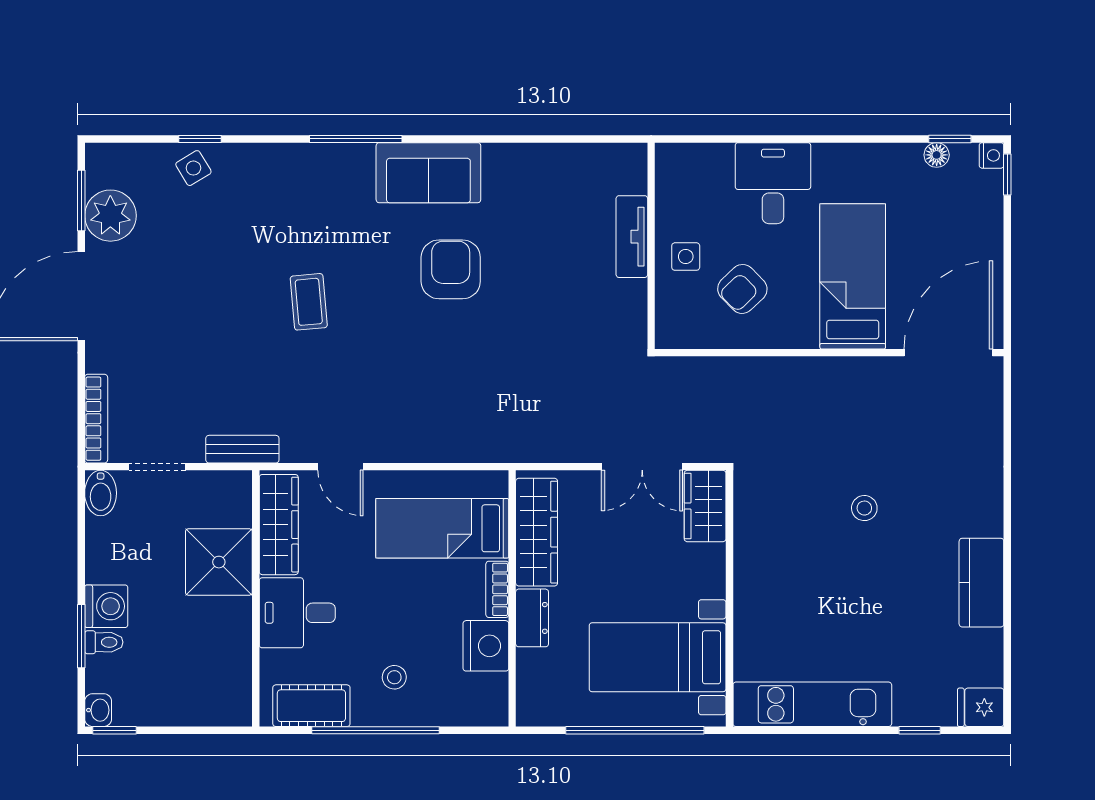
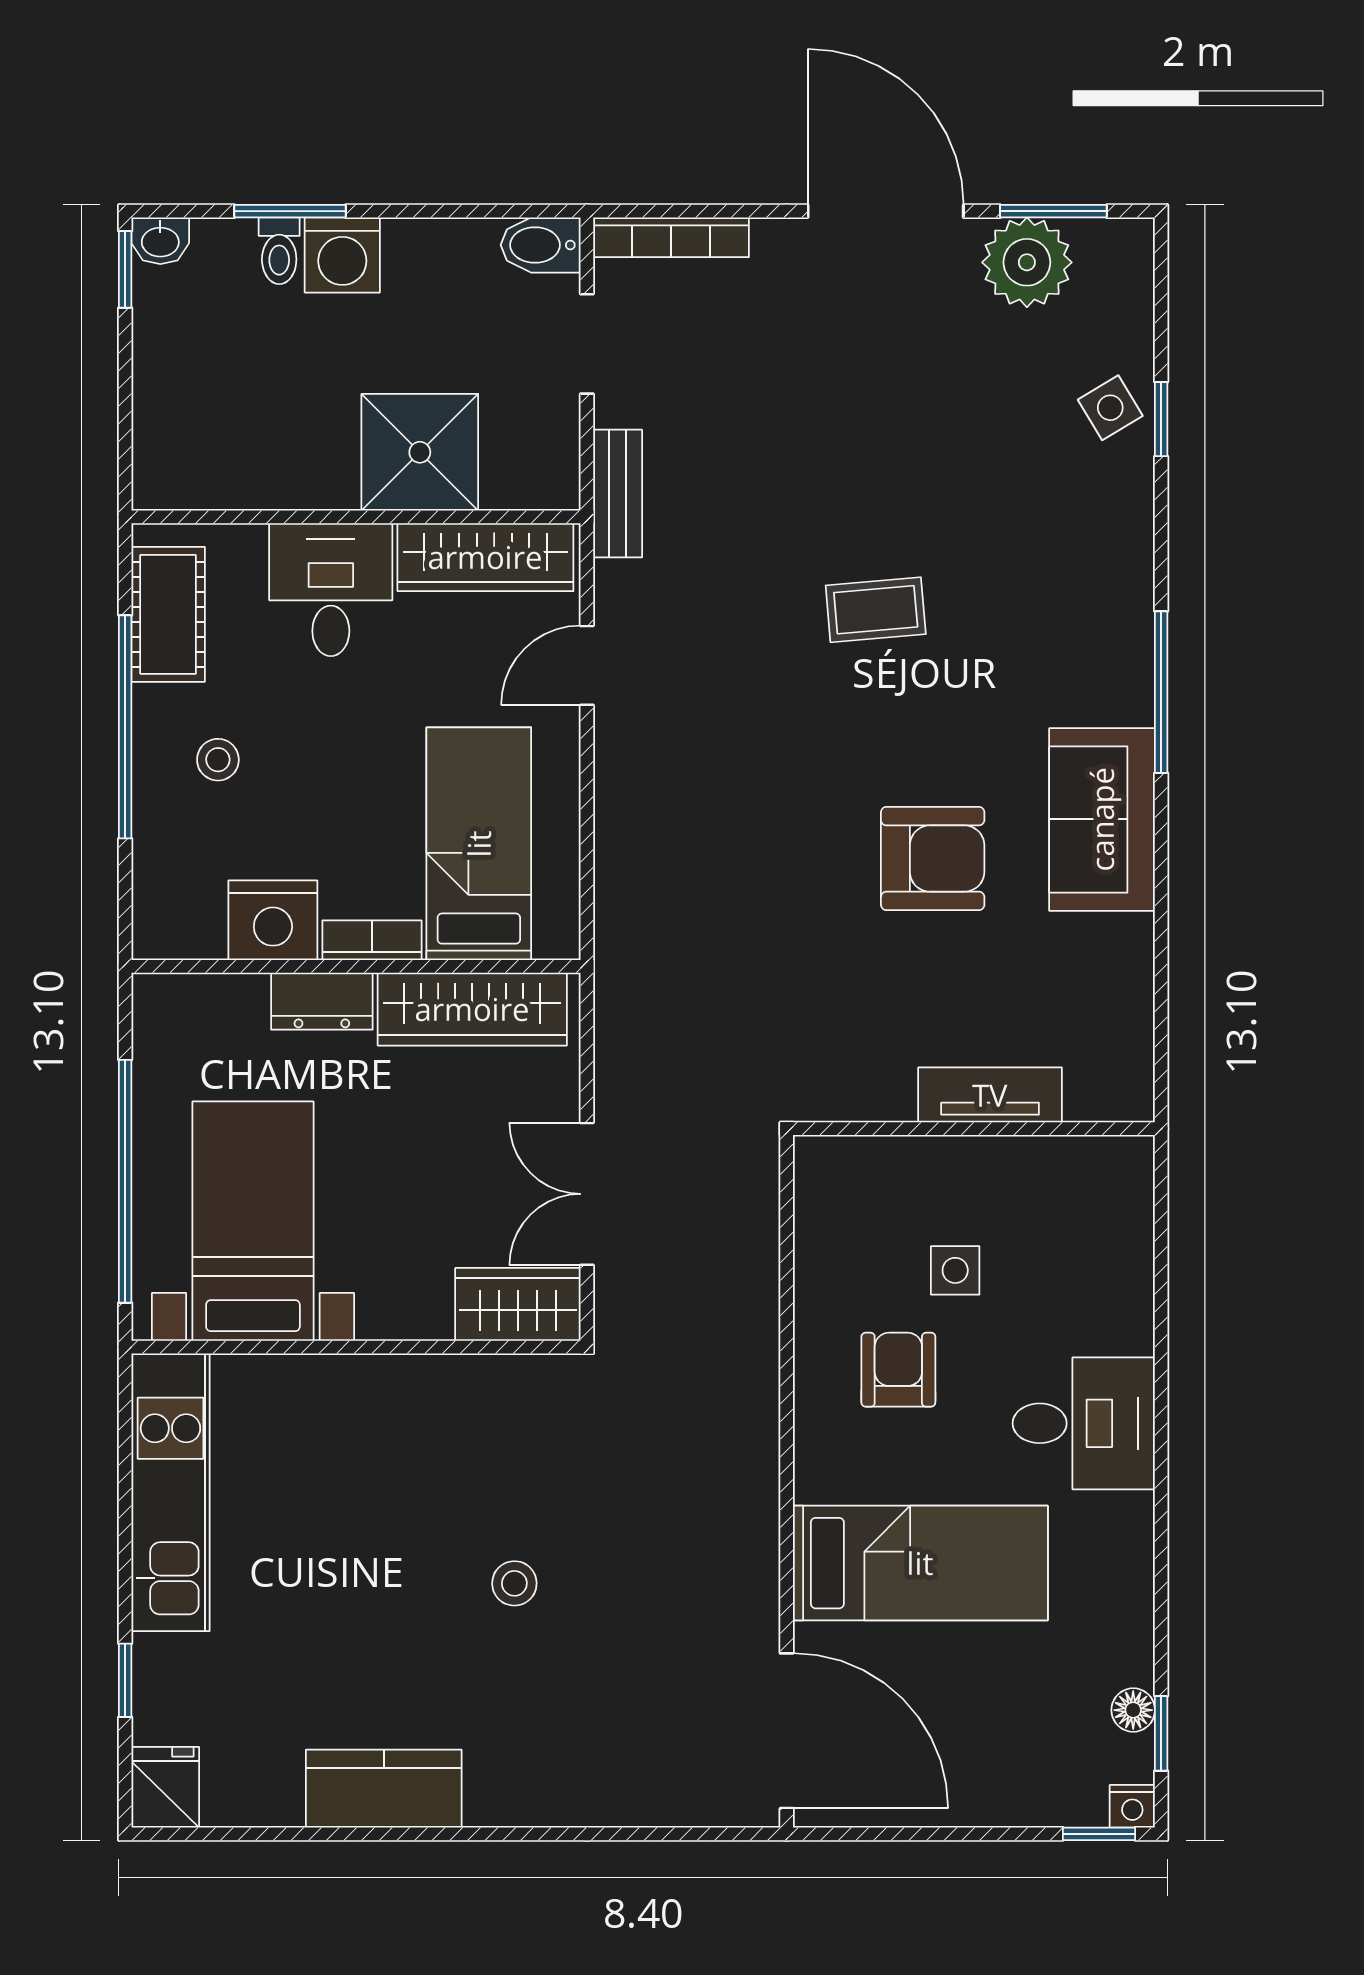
tv unit: (632, 237) -> (990, 1095), moved
wall: (651, 246) -> (974, 1129), moved
armchair: (742, 289) -> (898, 1370), turned 44

